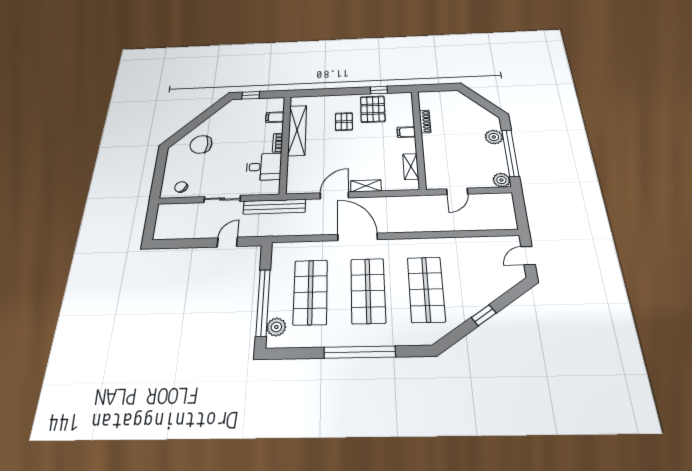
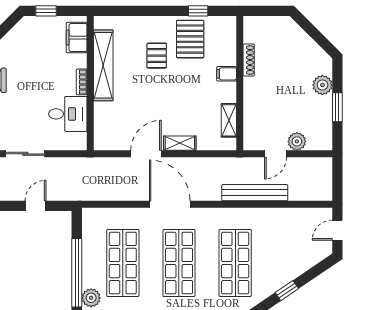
filing cabinet: (275, 117) -> (77, 38), width x2.00
window: (510, 153) -> (337, 107), width x0.47
plant: (501, 180) -> (297, 141), moved
bench: (274, 207) -> (255, 193), moved

